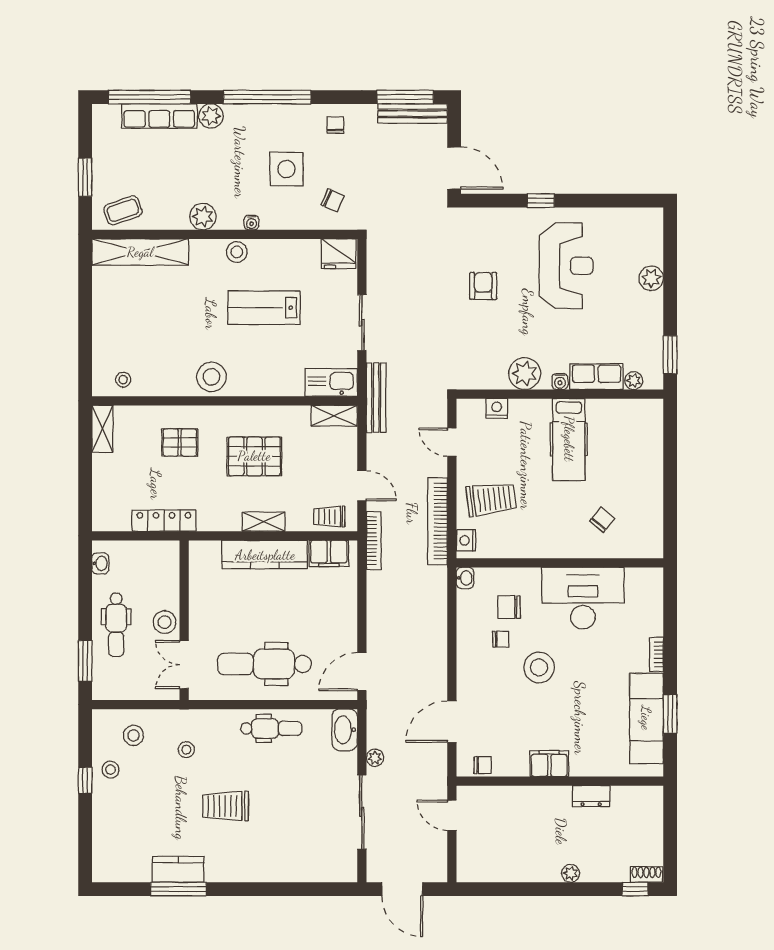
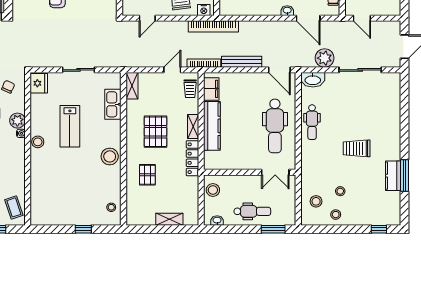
plant: (203, 217) -> (17, 121), moved
shelving: (140, 252) -> (38, 198), removed
window: (85, 331) -> (83, 229), added
kitchen sink: (331, 382) -> (113, 104), moved
bench: (376, 398) -> (242, 62), moved
shelving: (102, 429) -> (169, 219), moved
locker: (164, 521) -> (192, 158), moved
bookcase: (437, 521) -> (213, 26), moved
washbasin: (465, 578) -> (287, 11), moved
stool: (164, 622) -> (213, 190), moved
dental chair: (271, 728) -> (312, 122), turned 180
stool: (186, 750) -> (340, 191), moved
plant: (375, 758) -> (325, 58), width x1.88, depth x1.88
window: (85, 780) -> (379, 229), moved
trolley: (226, 806) -> (357, 148), turned 90
door: (452, 815) -> (362, 18), hinge flipped

